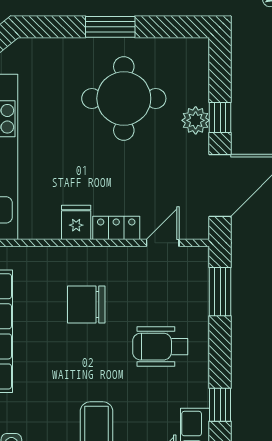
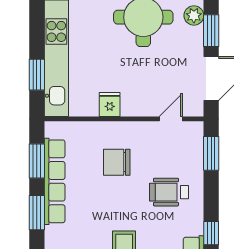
window: (220, 118) -> (211, 31), width x1.50
plant: (196, 120) -> (194, 15), moved
locker: (116, 228) -> (138, 108), removed

